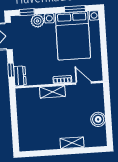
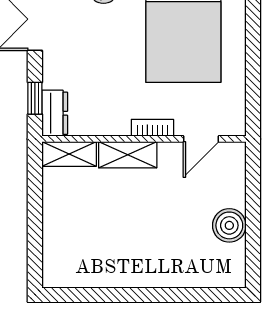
door: (84, 83) -> (201, 139), swing flipped
shelving: (72, 143) -> (69, 154), moved

